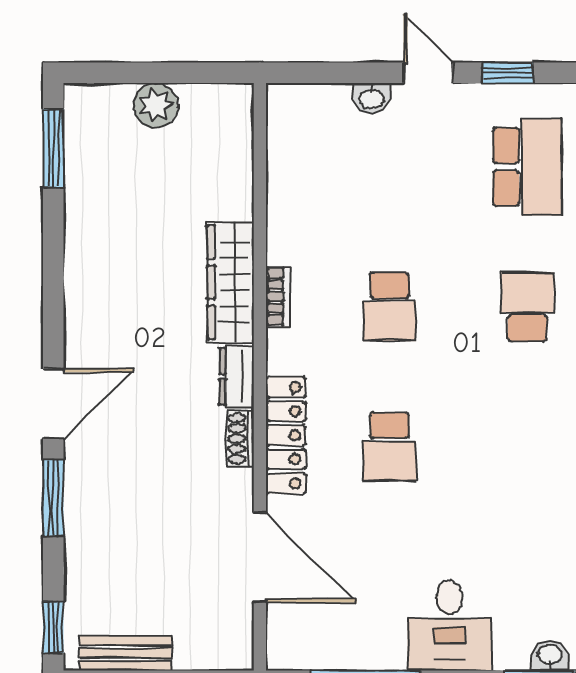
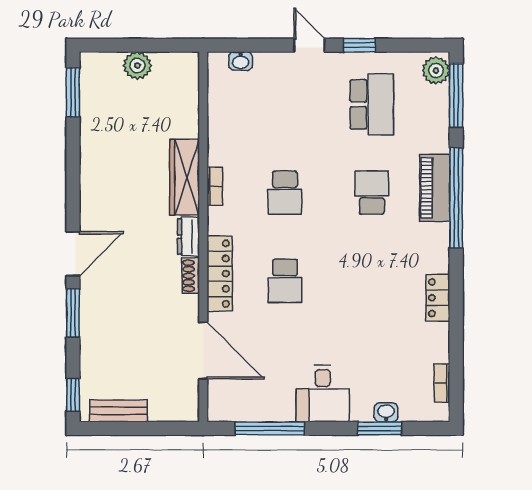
washbasin: (371, 98) -> (241, 61), moved

